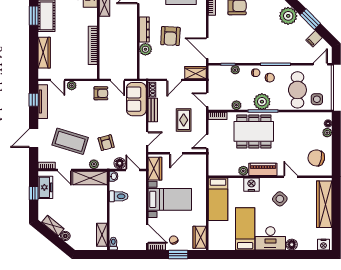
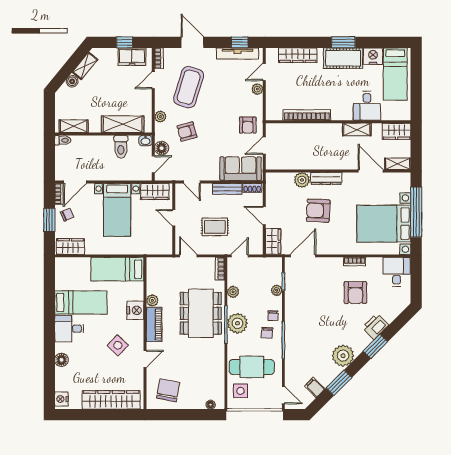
plant: (327, 133) -> (199, 404), removed
shelving: (90, 178) -> (123, 124), moved, turned 90
desk: (270, 238) -> (69, 329), width x0.73

